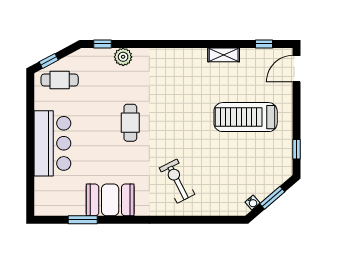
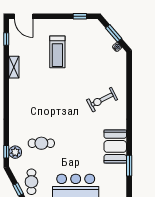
plant: (123, 57) -> (15, 152), moved
treadmill: (246, 117) -> (57, 52), width x0.73, depth x0.73
cafe table: (130, 123) -> (41, 143), moved

